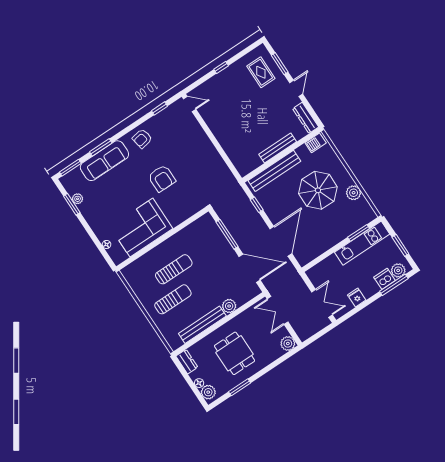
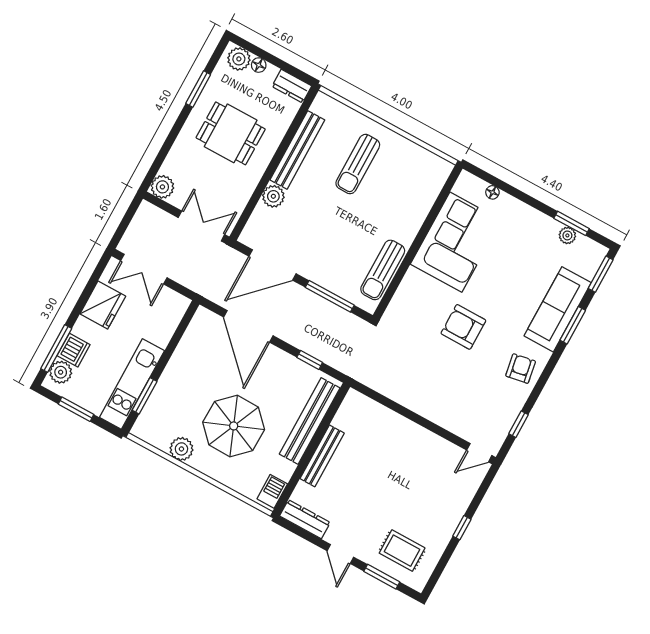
sun lounger: (174, 269) -> (383, 270), moved
fridge: (357, 298) -> (103, 305), width x1.88, depth x1.34

